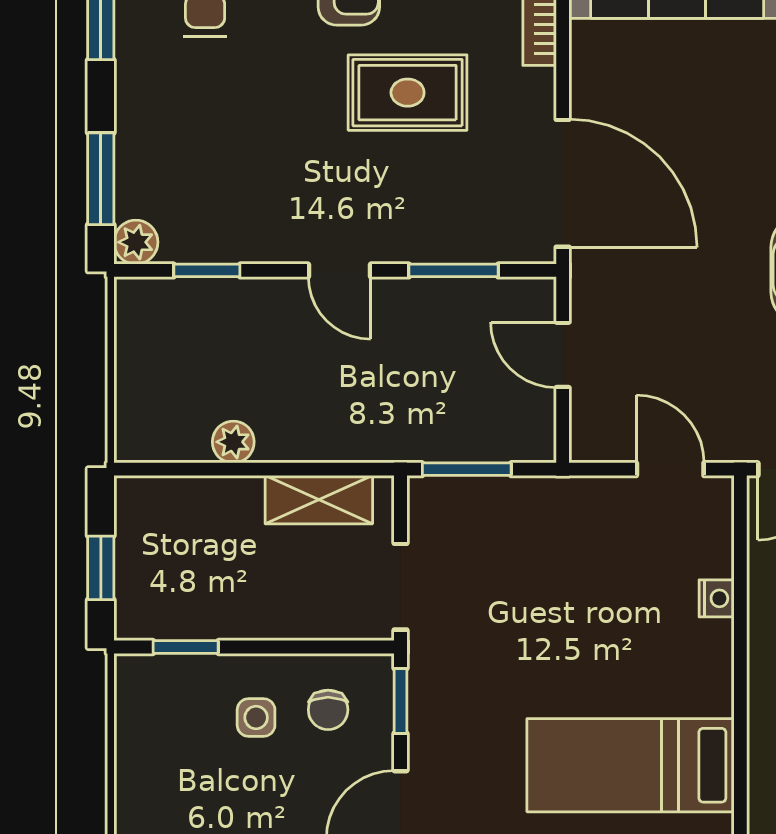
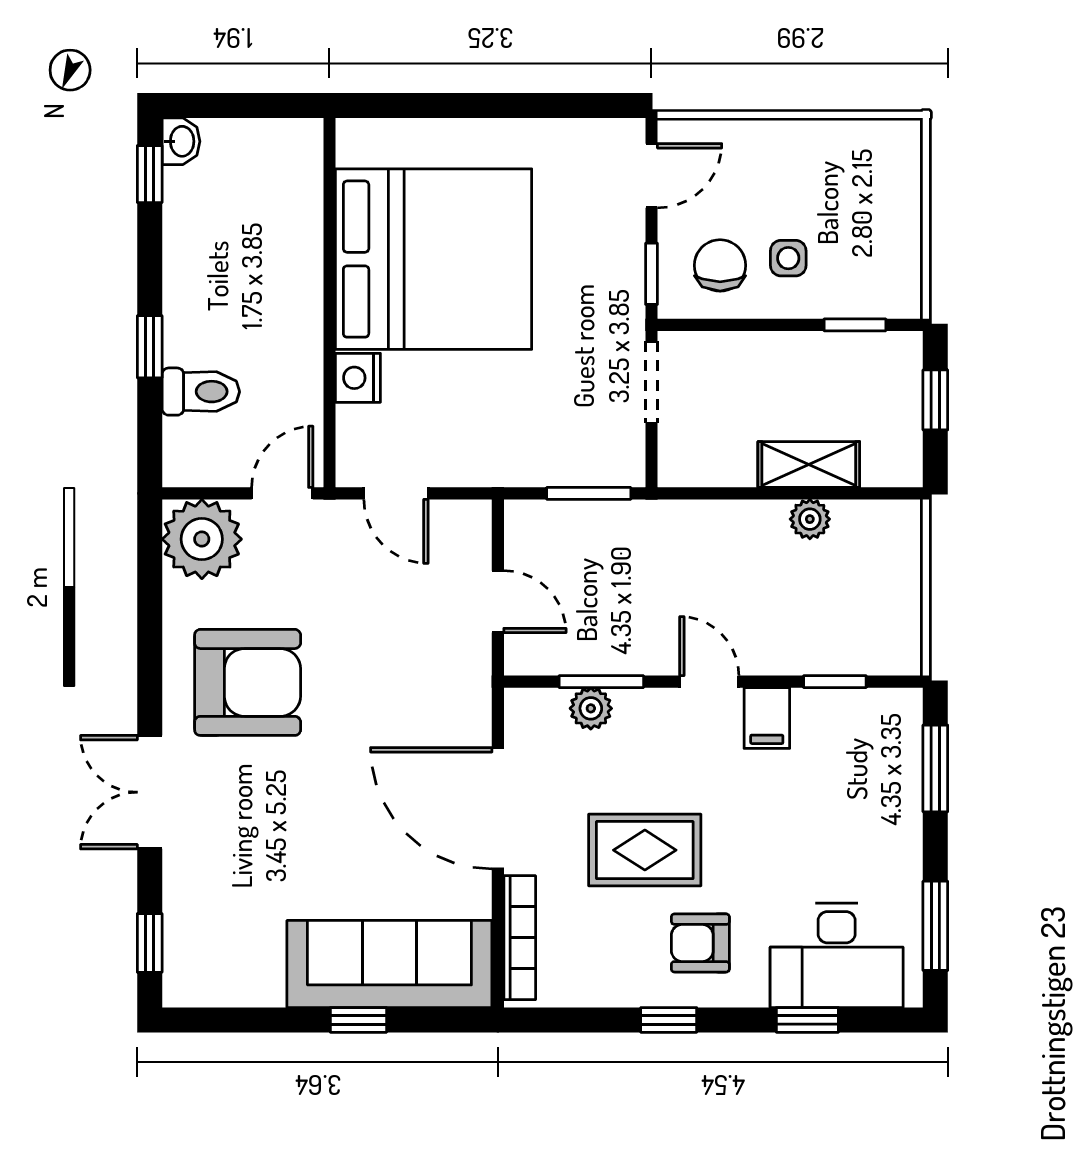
door: (563, 183) -> (498, 808), moved
filing cabinet: (279, 232) -> (767, 718), added
plant: (136, 242) -> (591, 708), moved
shelving: (319, 500) -> (809, 464), moved
nightstand: (717, 598) -> (358, 378), width x1.39, depth x1.35
chair: (328, 710) -> (720, 265), width x1.37, depth x1.37
bed: (631, 765) -> (434, 259), width x2.04

